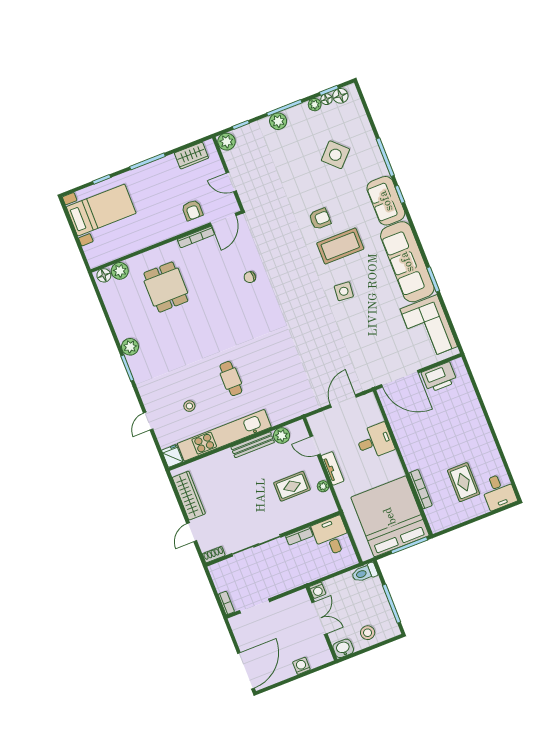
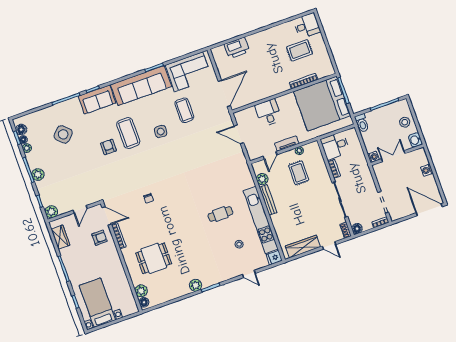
coffee table: (375, 323) -> (184, 110), added
printer: (439, 377) -> (237, 48), moved, turned 90
floor lamp: (216, 571) -> (357, 229), added

